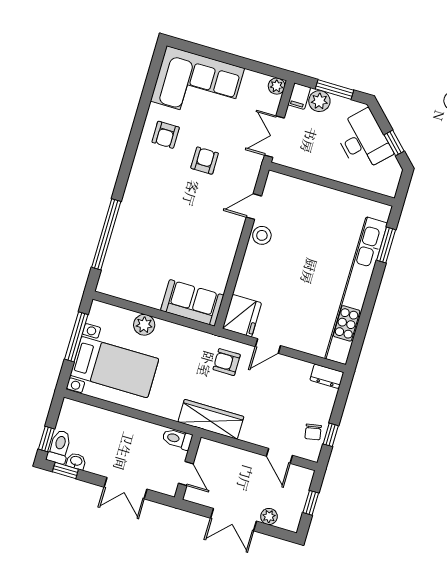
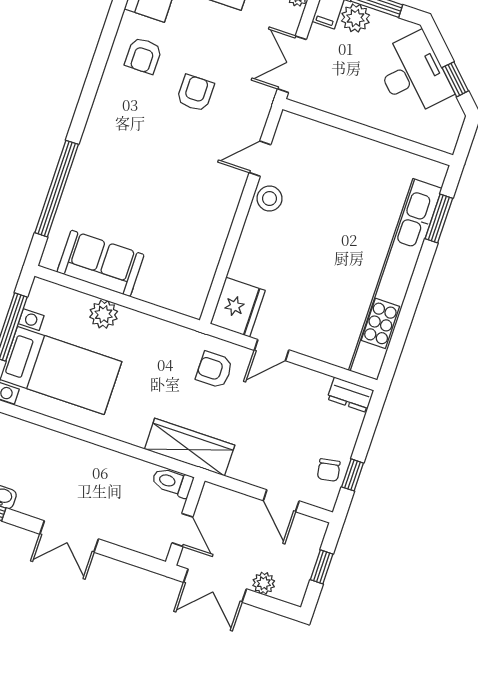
sofa: (192, 303) -> (101, 263), moved
toilet: (177, 439) -> (172, 482), moved
wall: (188, 467) -> (185, 521), moved
door: (186, 473) -> (182, 530), moved

